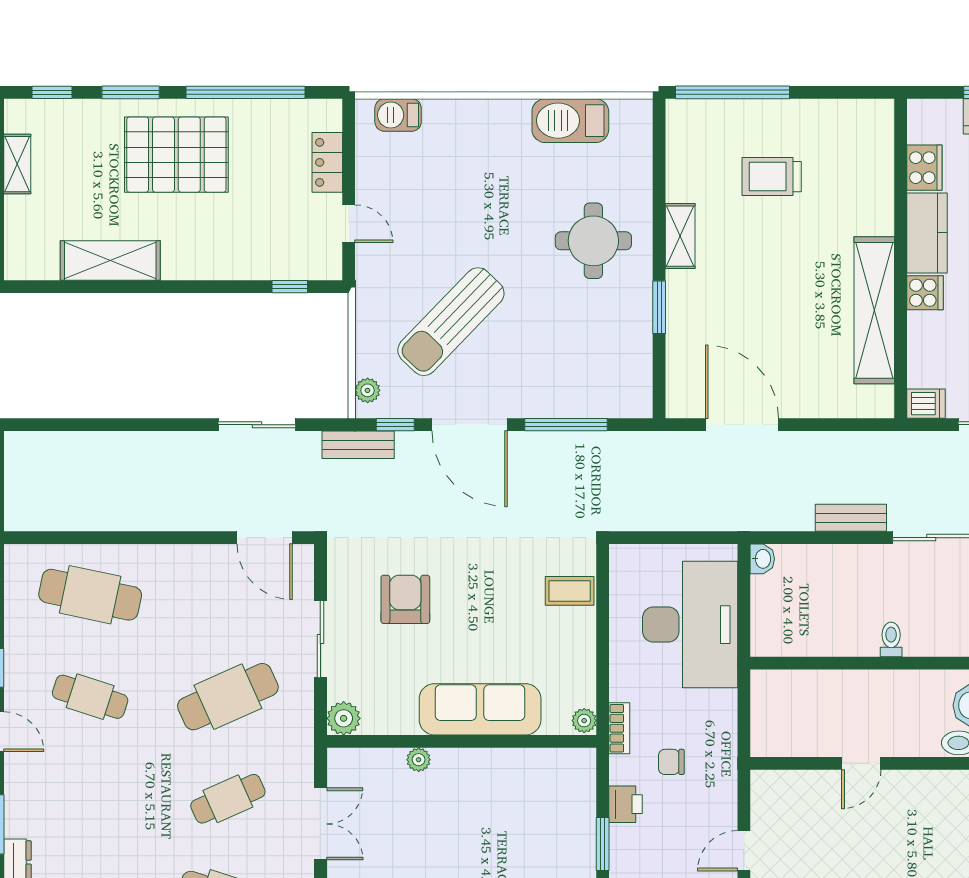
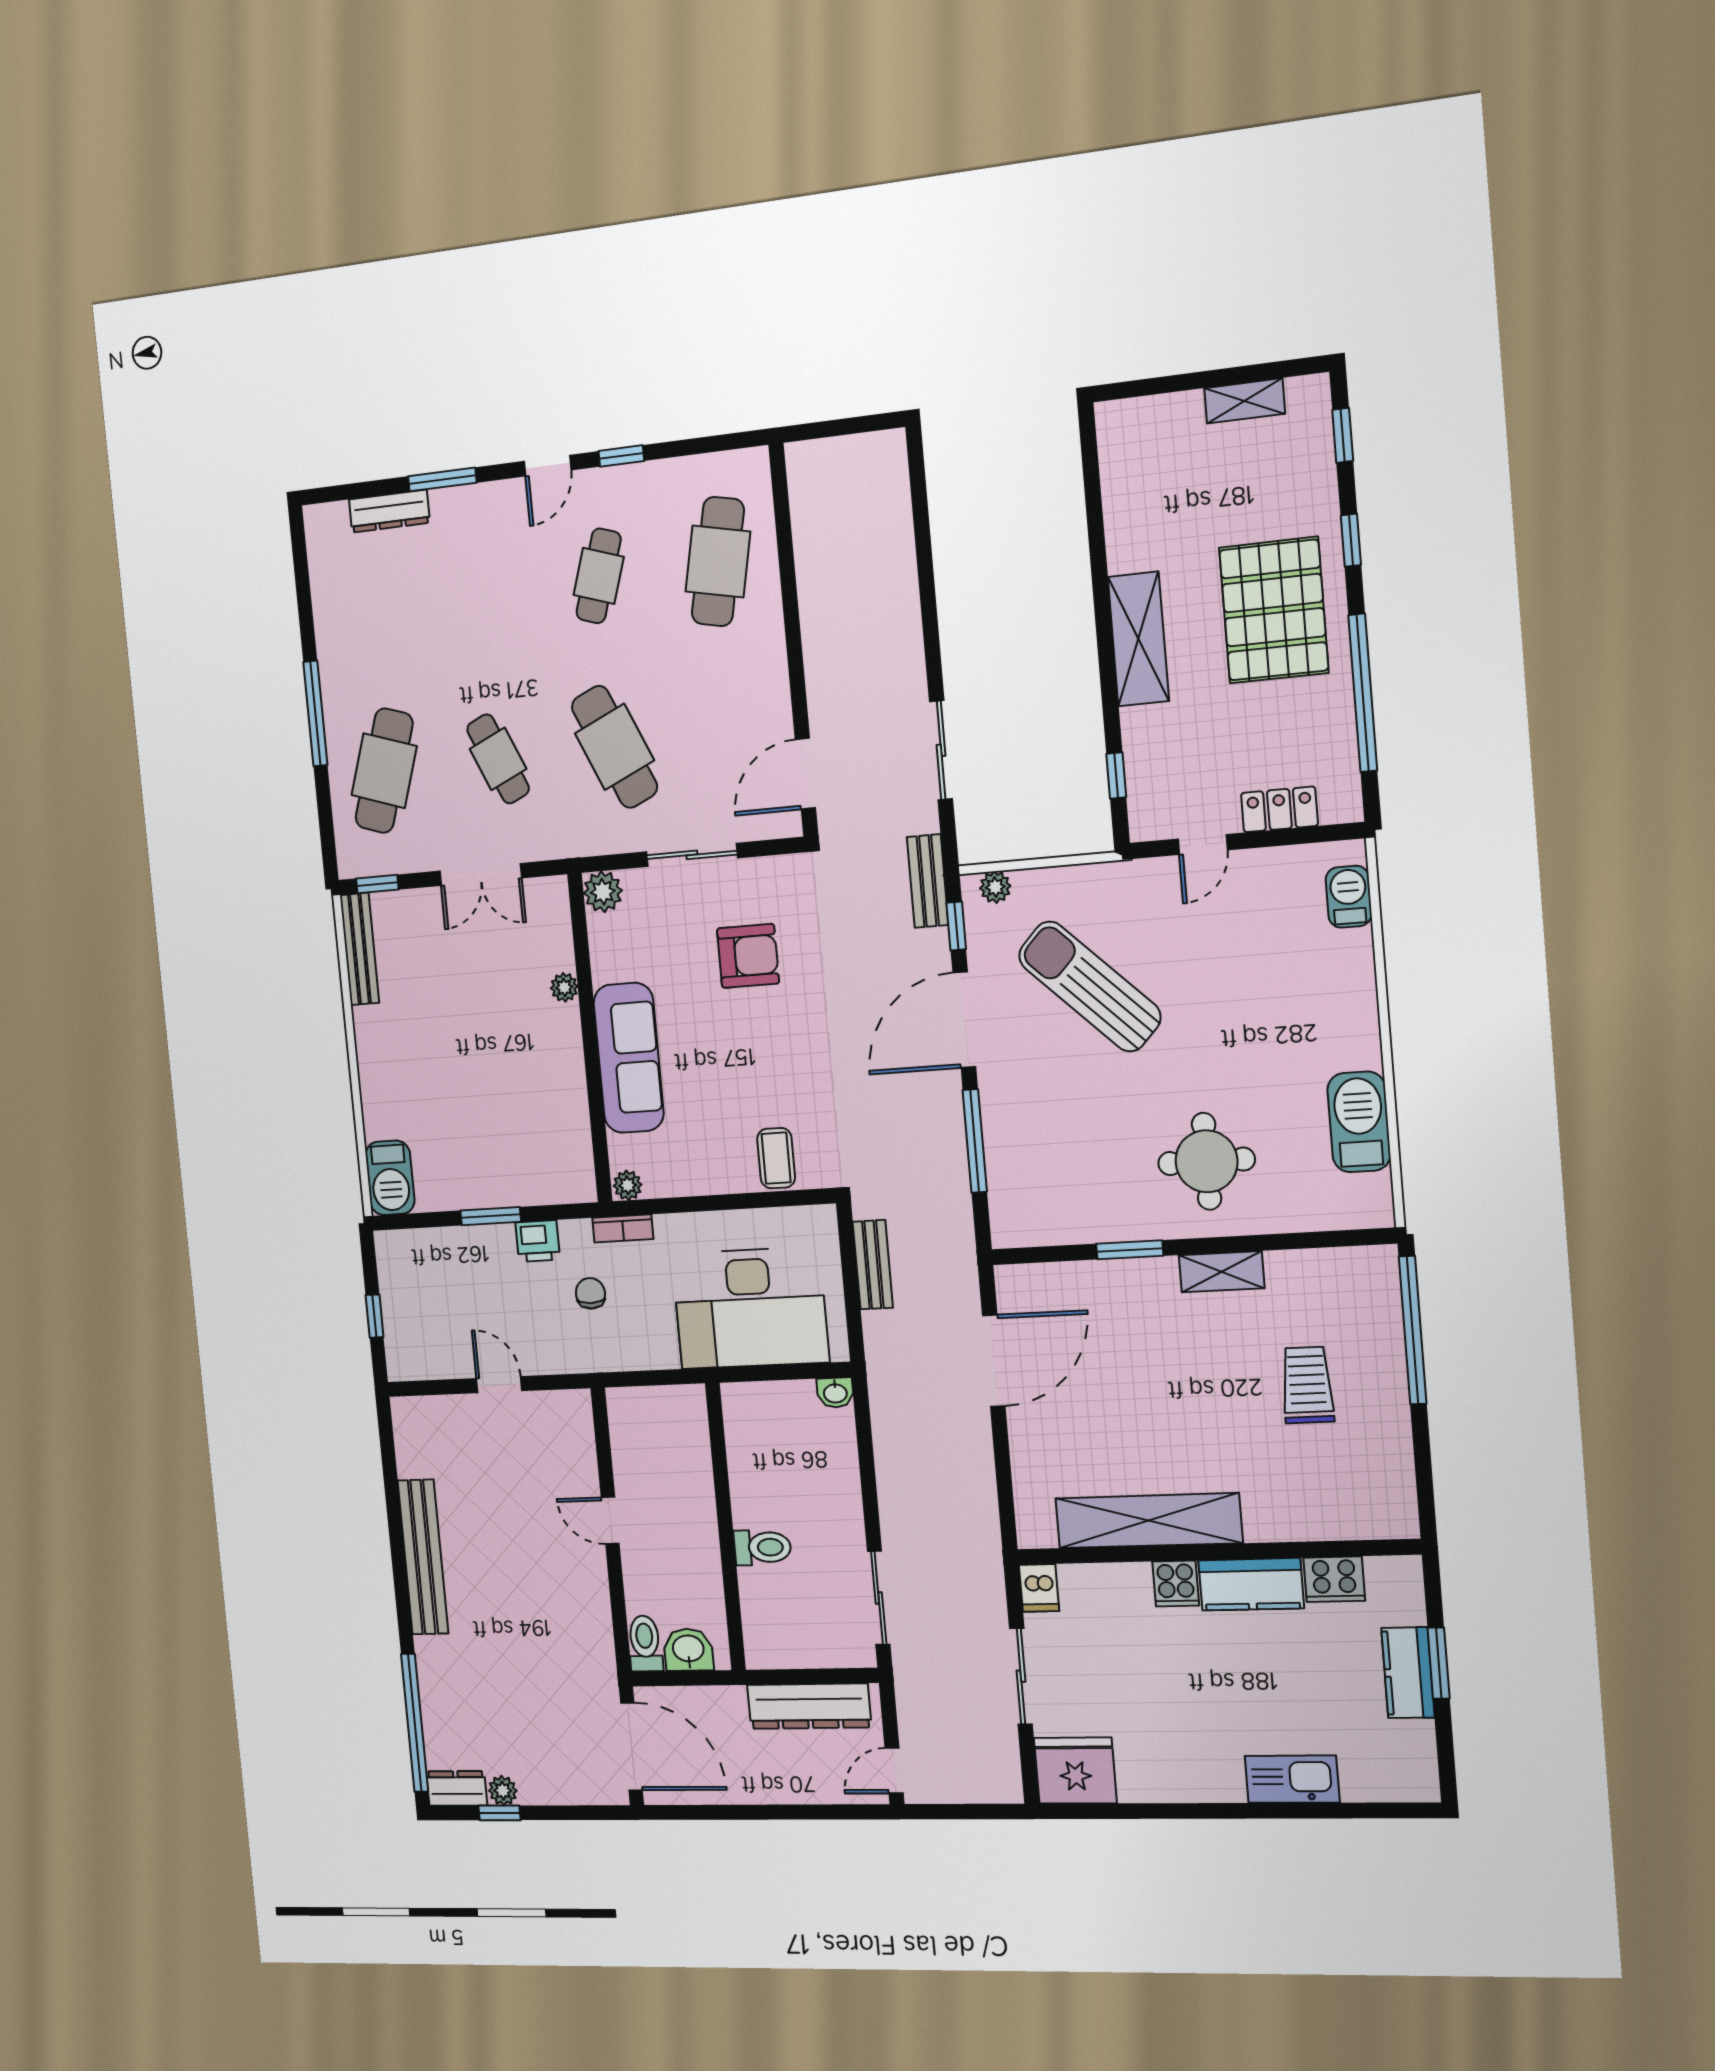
window: (131, 92) -> (1351, 540), width x0.67
shelving: (110, 261) -> (1138, 639), moved
bench: (851, 518) -> (873, 1265), moved
toilet: (891, 639) -> (762, 1547), width x1.37, depth x1.39

